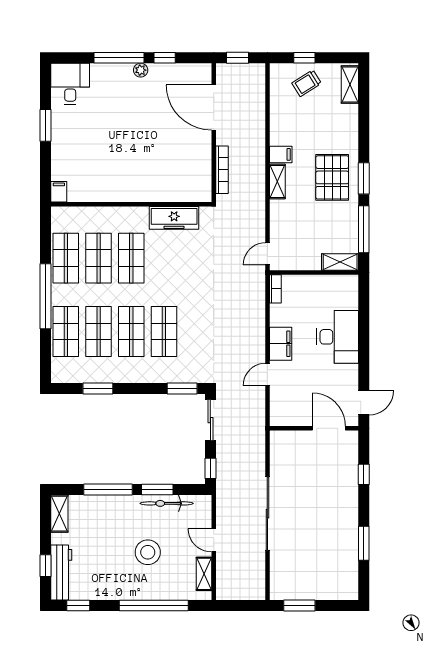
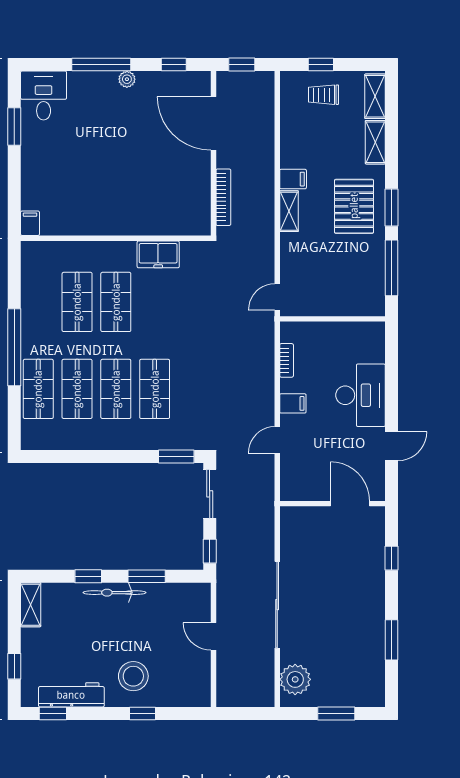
window: (165, 58) -> (174, 65), moved
trolley: (307, 83) -> (324, 95), turned 32
window: (46, 125) -> (14, 126), moved
freezer: (174, 218) -> (158, 254), width x0.71
shop shelf: (66, 258) -> (38, 302), removed
shelving: (340, 262) -> (375, 142), moved, turned 90
bookcase: (275, 289) -> (287, 360), moved
filing cabinet: (281, 344) -> (293, 403), width x0.50
window: (98, 389) -> (76, 457), removed
door: (364, 403) -> (391, 446), moved
window: (108, 490) -> (88, 576), width x0.46
bicycle: (167, 503) -> (115, 593), moved
stool: (148, 552) -> (133, 676), moved
workbench: (61, 572) -> (71, 695), moved, turned -90
shelving: (204, 574) -> (202, 676), removed
plant: (283, 577) -> (295, 679), added
window: (154, 605) -> (142, 713), width x0.32
window: (299, 605) -> (336, 713), moved

